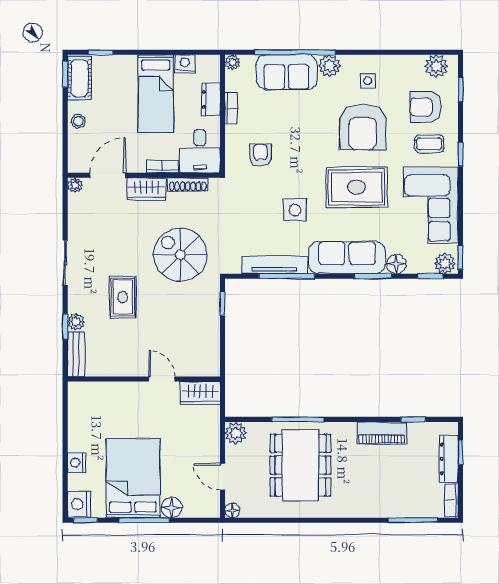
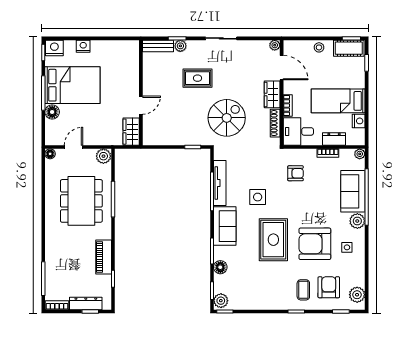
corner sofa: (431, 205) -> (261, 291), removed
sofa: (347, 258) -> (225, 226), width x0.73
dining table: (300, 465) -> (81, 201), turned 90

